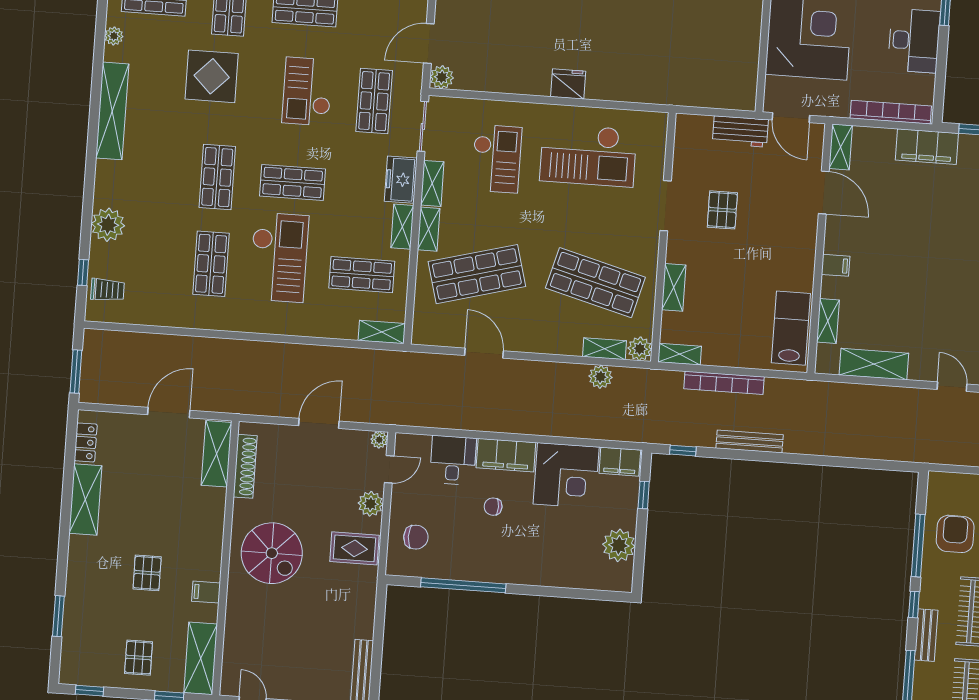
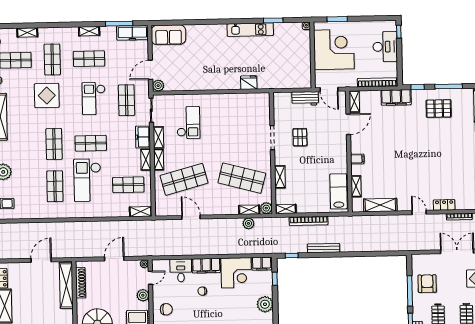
fridge: (568, 84) -> (249, 83), moved
checkout: (588, 155) -> (233, 117), removed
door: (824, 192) -> (348, 124), hinge flipped
checkout: (279, 257) -> (87, 180), turned 180
shelving: (217, 454) -> (66, 285), width x1.47

